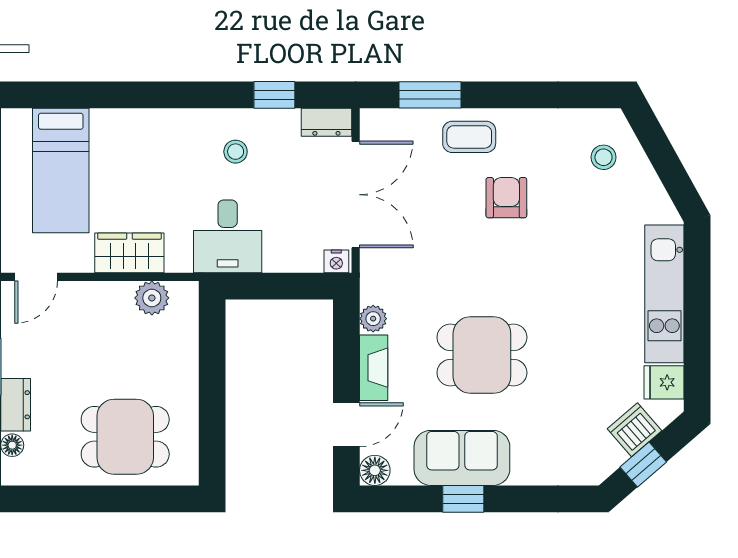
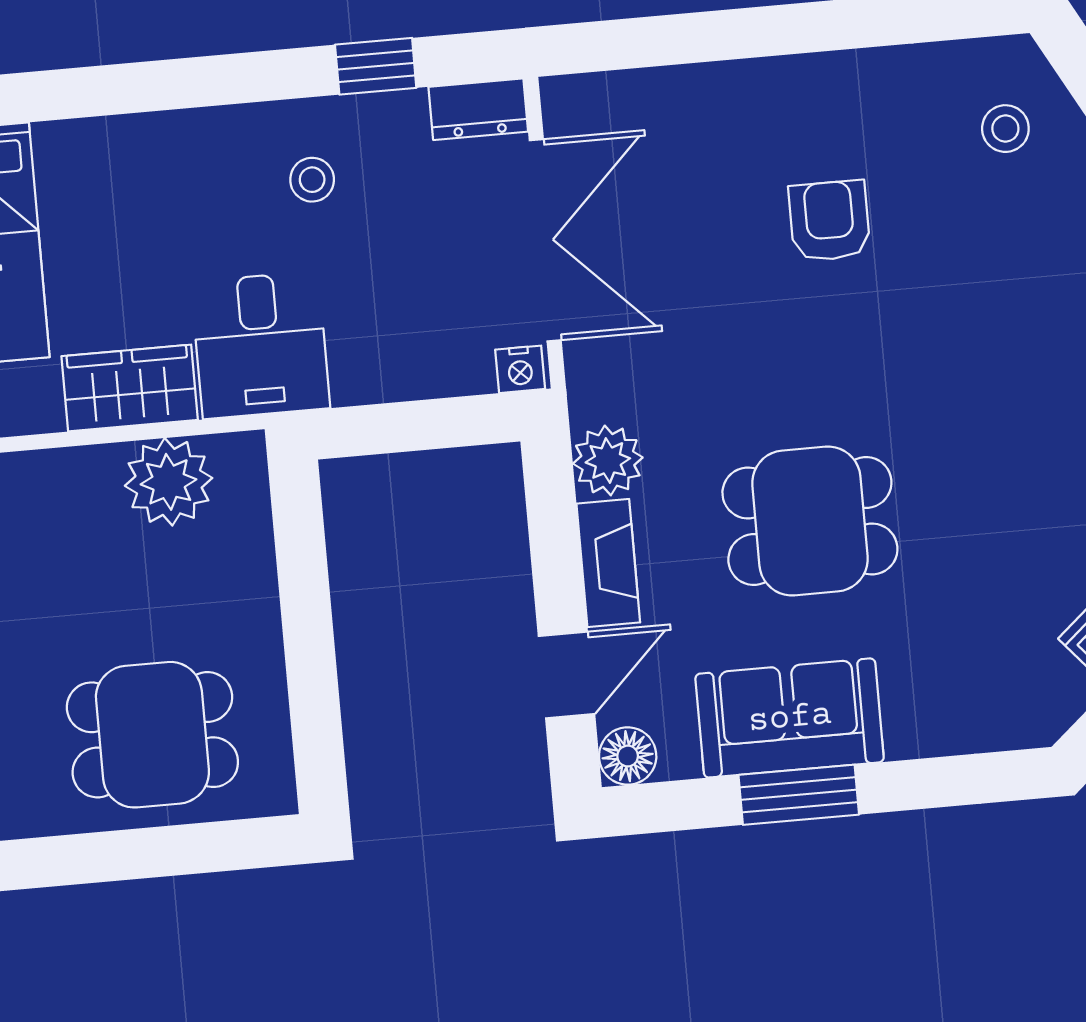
window: (430, 95) -> (668, 40), removed
coffee table: (469, 137) -> (749, 113), removed
desk: (228, 236) -> (260, 345), moved
plant: (152, 298) -> (169, 482), width x1.36, depth x1.36
plant: (373, 319) -> (608, 460), width x1.38, depth x1.38
window: (463, 499) -> (799, 795), width x1.50

